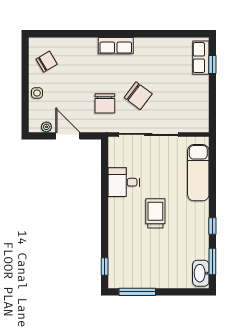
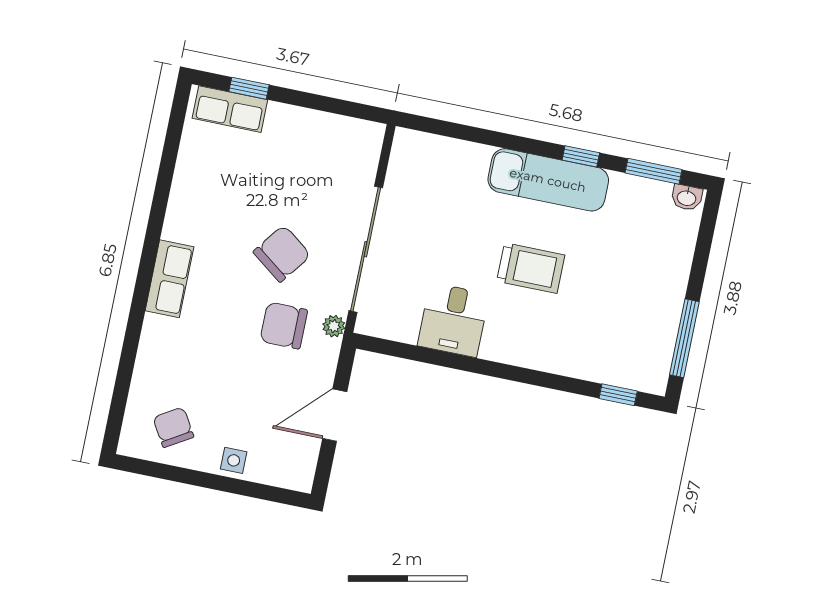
chair: (105, 103) -> (284, 326), turned 180
plant: (46, 127) -> (334, 326), moved
exam couch: (198, 173) -> (548, 180), moved
trolley: (155, 213) -> (531, 268), turned 180
washbasin: (201, 273) -> (687, 198), width x0.52, depth x0.69

